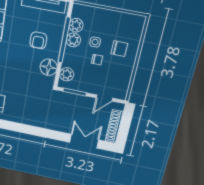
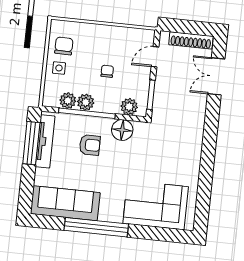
side table: (95, 42) -> (59, 68), moved
chair: (119, 49) -> (64, 46), moved
door: (104, 98) -> (155, 57), swing flipped

